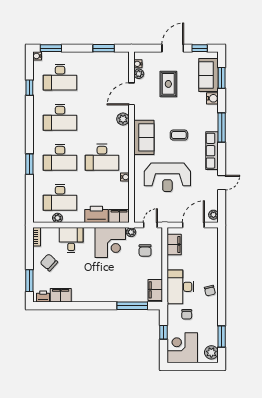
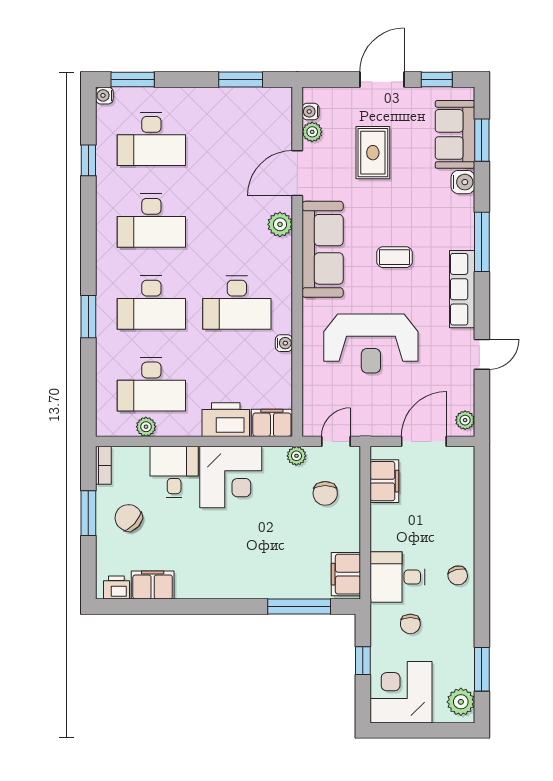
sofa: (144, 137) -> (323, 249), width x1.36
corner desk: (110, 243) -> (231, 477), moved
window: (29, 281) -> (88, 513), moved
desk: (180, 287) -> (397, 577), width x0.73

